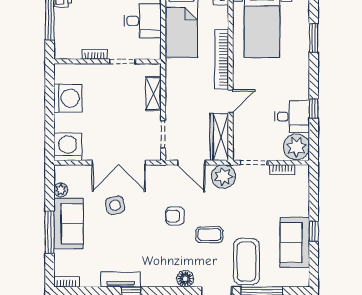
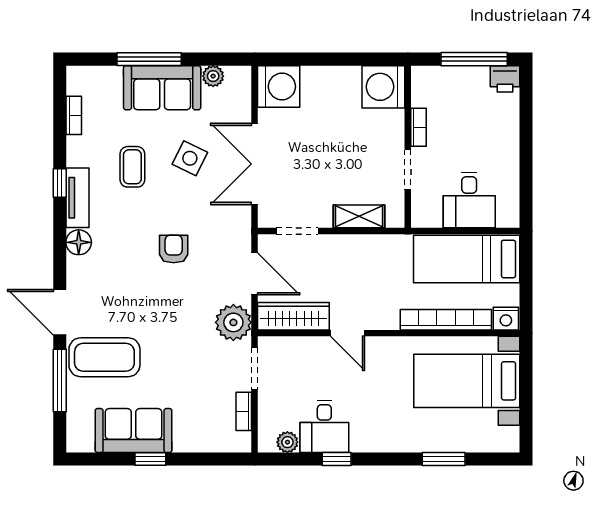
bookcase: (222, 60) -> (446, 320), moved
washing machine: (68, 98) -> (383, 87), moved, turned 90
plant: (296, 147) -> (287, 442), width x0.53, depth x0.53
door: (191, 163) -> (255, 274), swing flipped
side table: (115, 205) -> (190, 158), turned 38
coffee table: (209, 235) -> (132, 167), moved
tv unit: (121, 279) -> (77, 198), moved
floor lamp: (185, 279) -> (79, 242), moved
bookcase: (67, 282) -> (74, 115), moved

